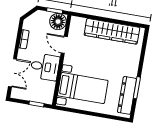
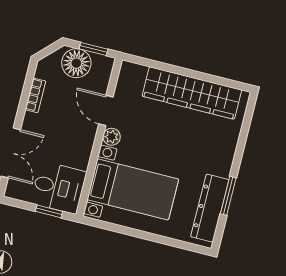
floor lamp: (58, 22) -> (76, 63), moved
plant: (69, 59) -> (112, 137), added
desk: (45, 67) -> (58, 188), moved

